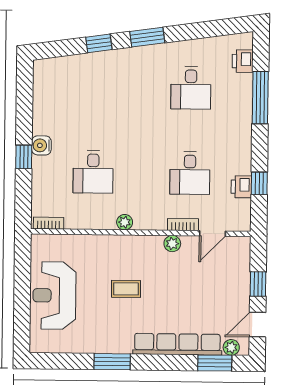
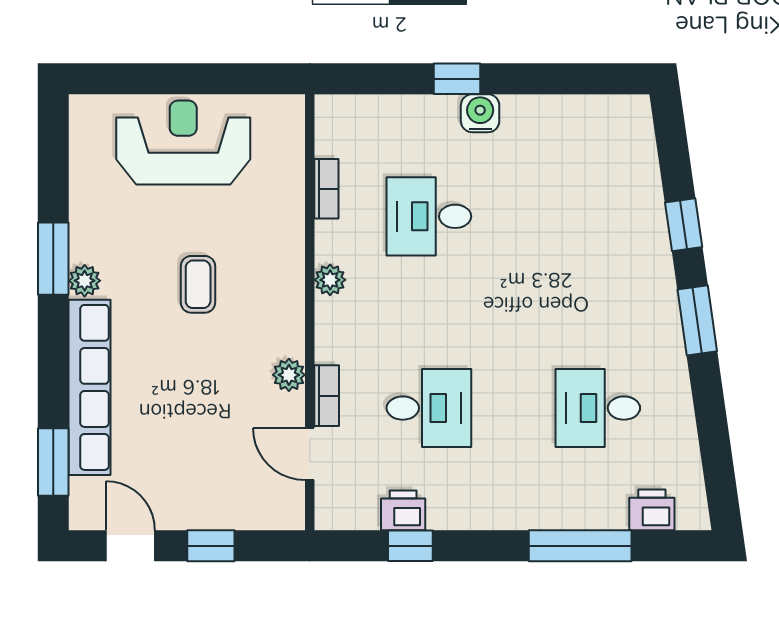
desk: (190, 173) -> (429, 408), turned 180
bookcase: (49, 223) -> (326, 189), moved
plant: (231, 347) -> (85, 281), moved

